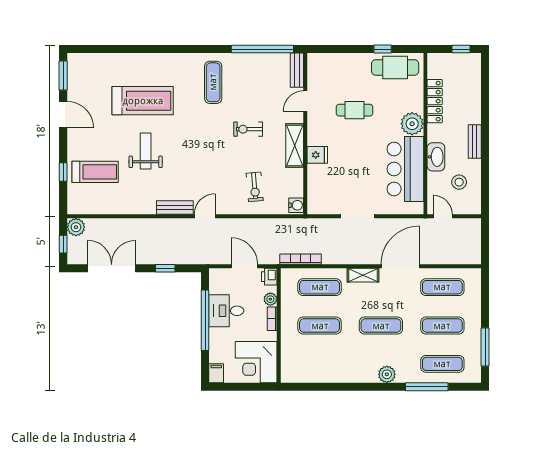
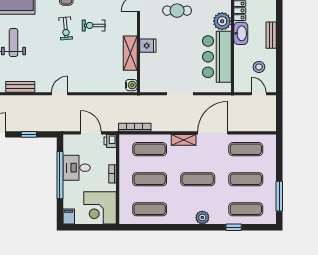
shelving: (295, 145) -> (130, 53), moved
washbasin: (436, 157) -> (241, 33), moved
exercise bike: (255, 187) -> (66, 28), moved
bench: (175, 207) -> (20, 87), moved
door: (443, 216) -> (259, 94), moved
plant: (270, 299) -> (111, 159), removed
exercise mat: (320, 364) -> (150, 209), added
window: (427, 387) -> (234, 227), width x0.46

